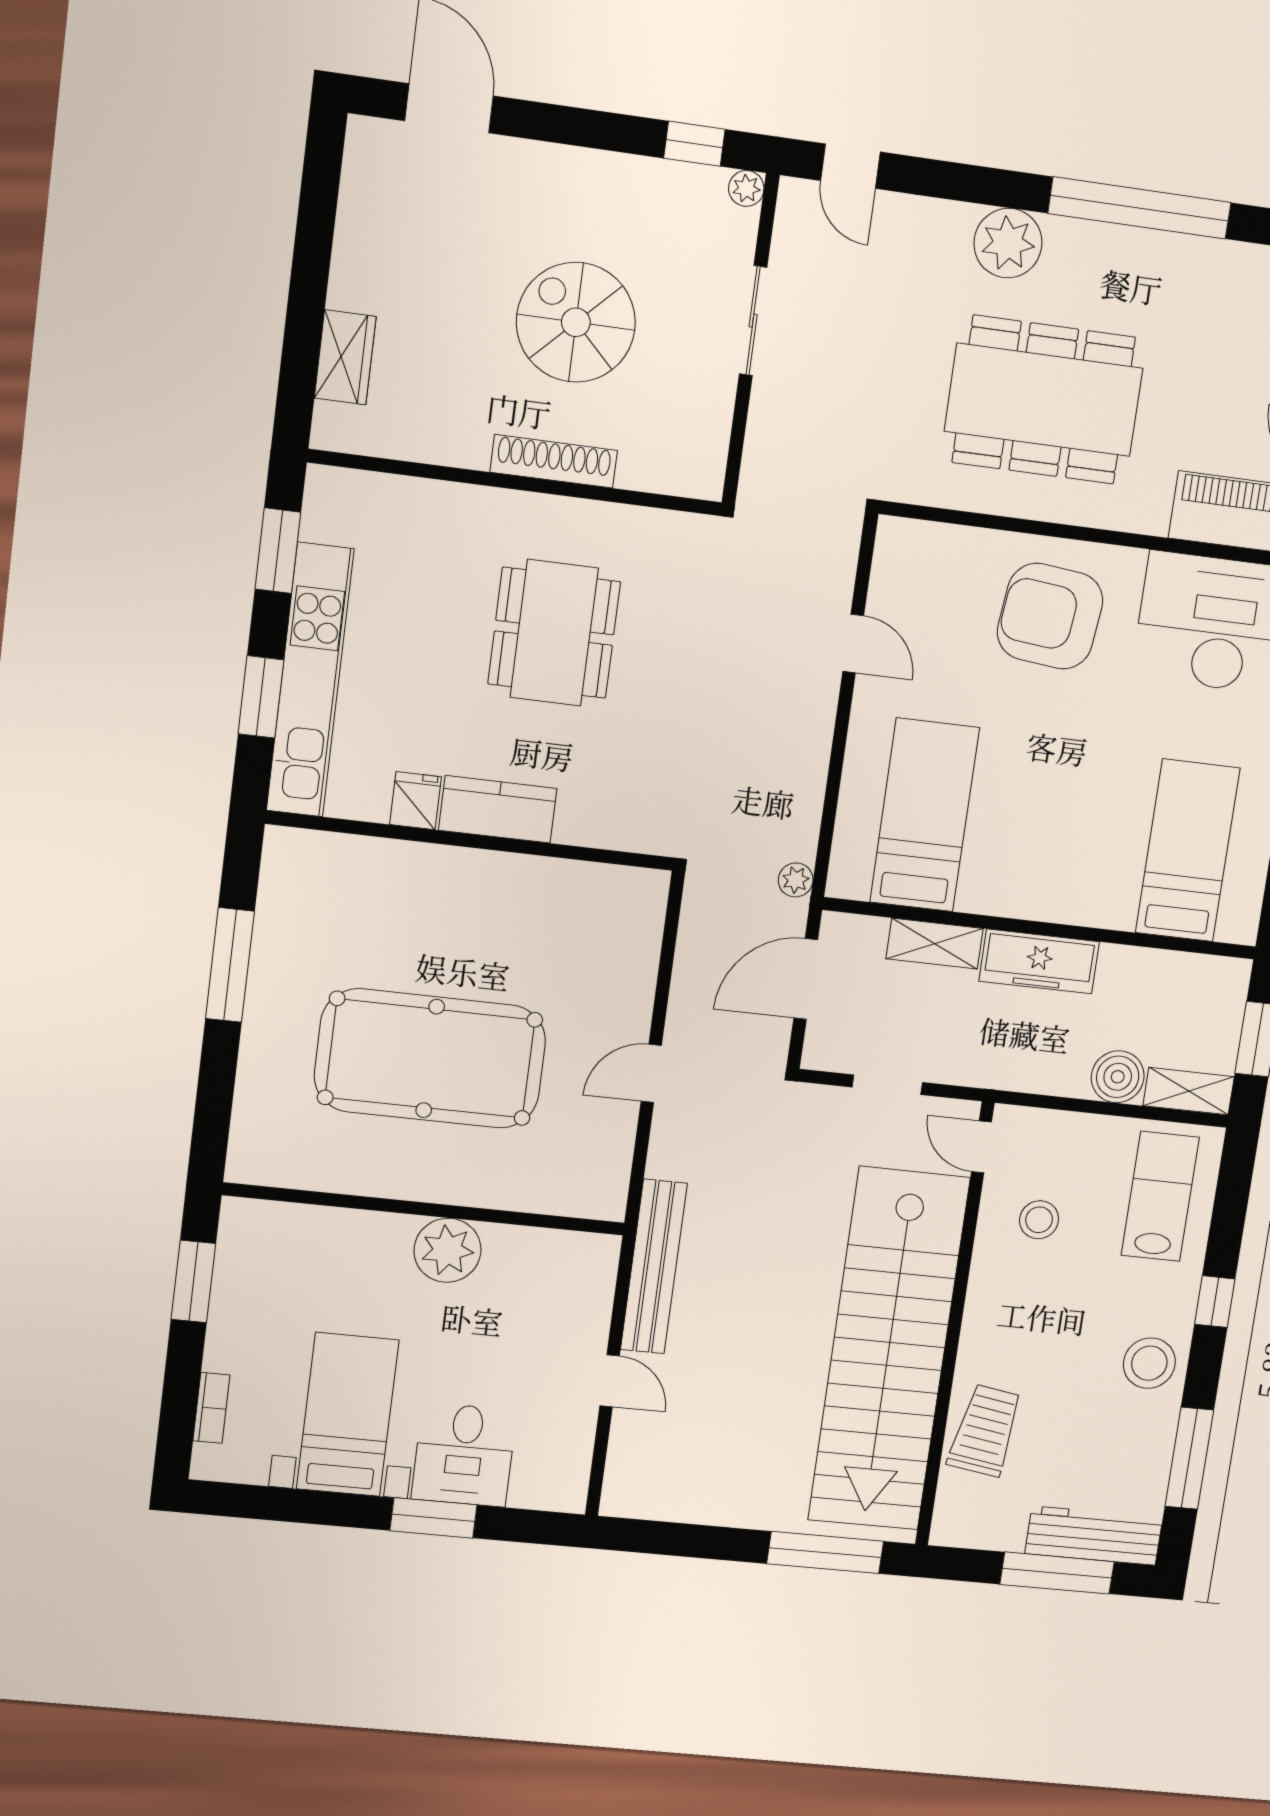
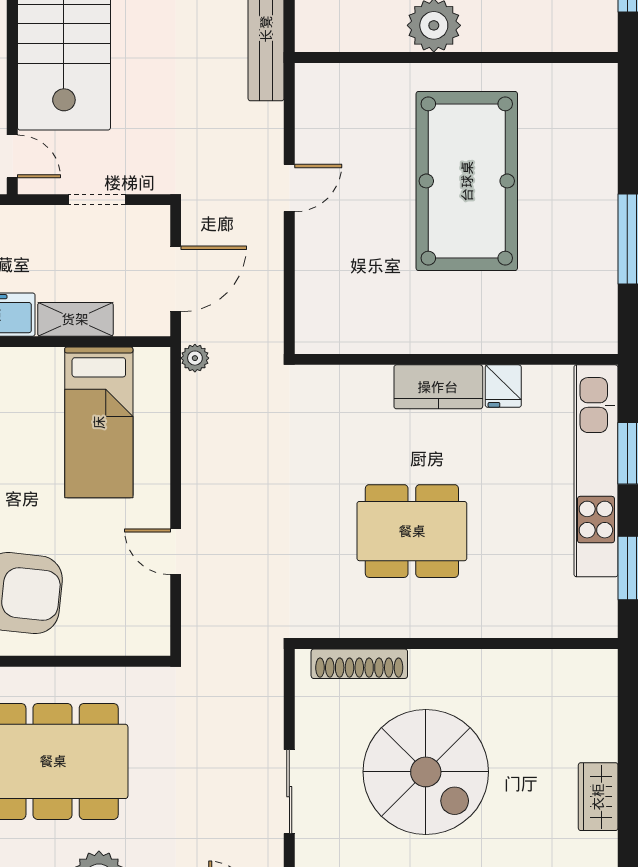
spiral stairs: (576, 322) -> (426, 772), width x1.37, depth x1.37
wardrobe: (345, 357) -> (598, 797), moved
shoe rack: (554, 461) -> (359, 664), moved
dining table: (554, 633) -> (412, 531), turned 90
pool table: (430, 1059) -> (467, 181), turned 90

